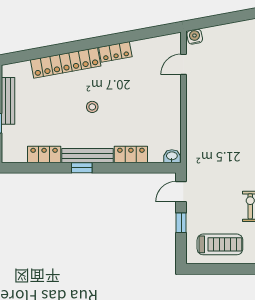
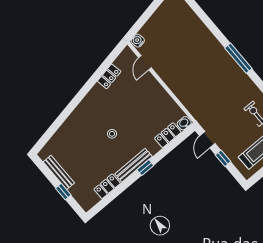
locker: (115, 52) -> (109, 76), moved
locker: (66, 63) -> (74, 121), removed
locker: (131, 154) -> (168, 135), moved
window: (82, 168) -> (145, 168), moved

